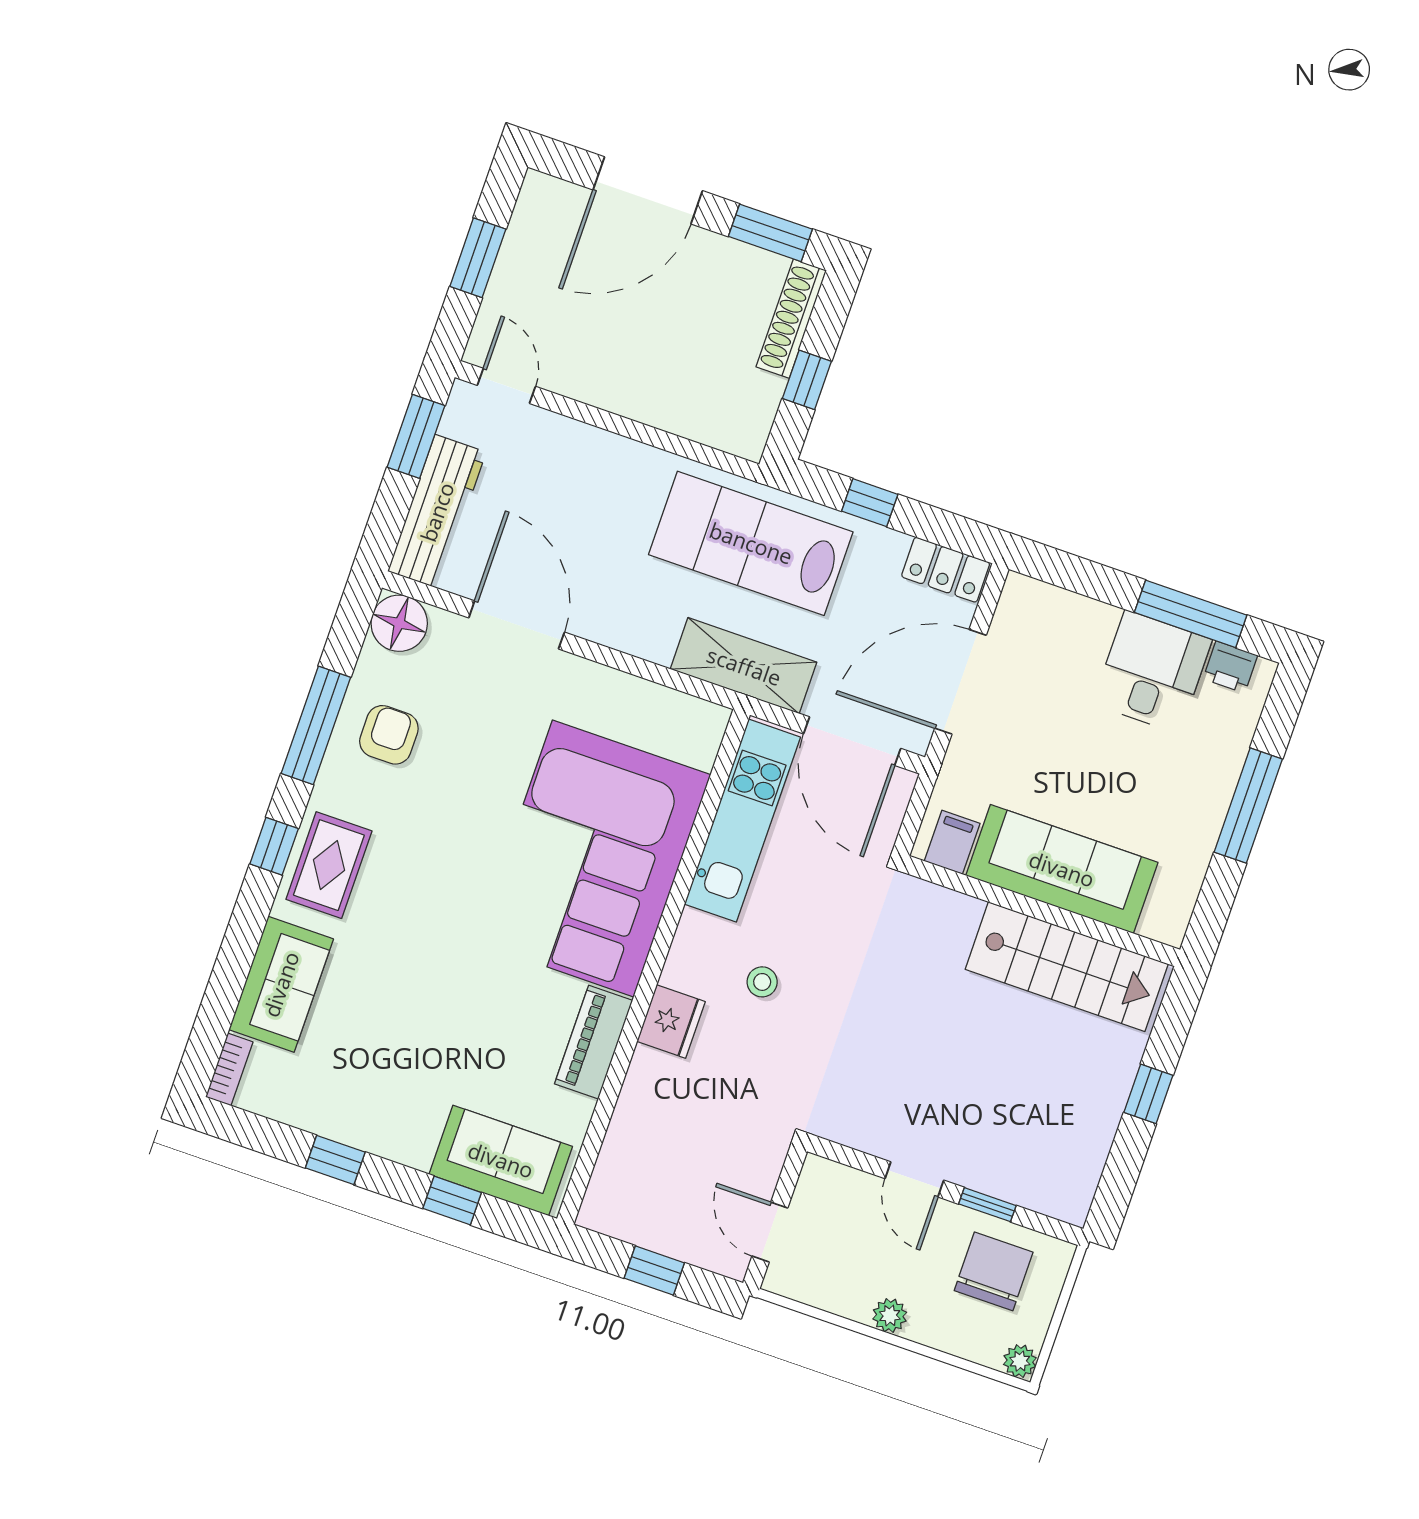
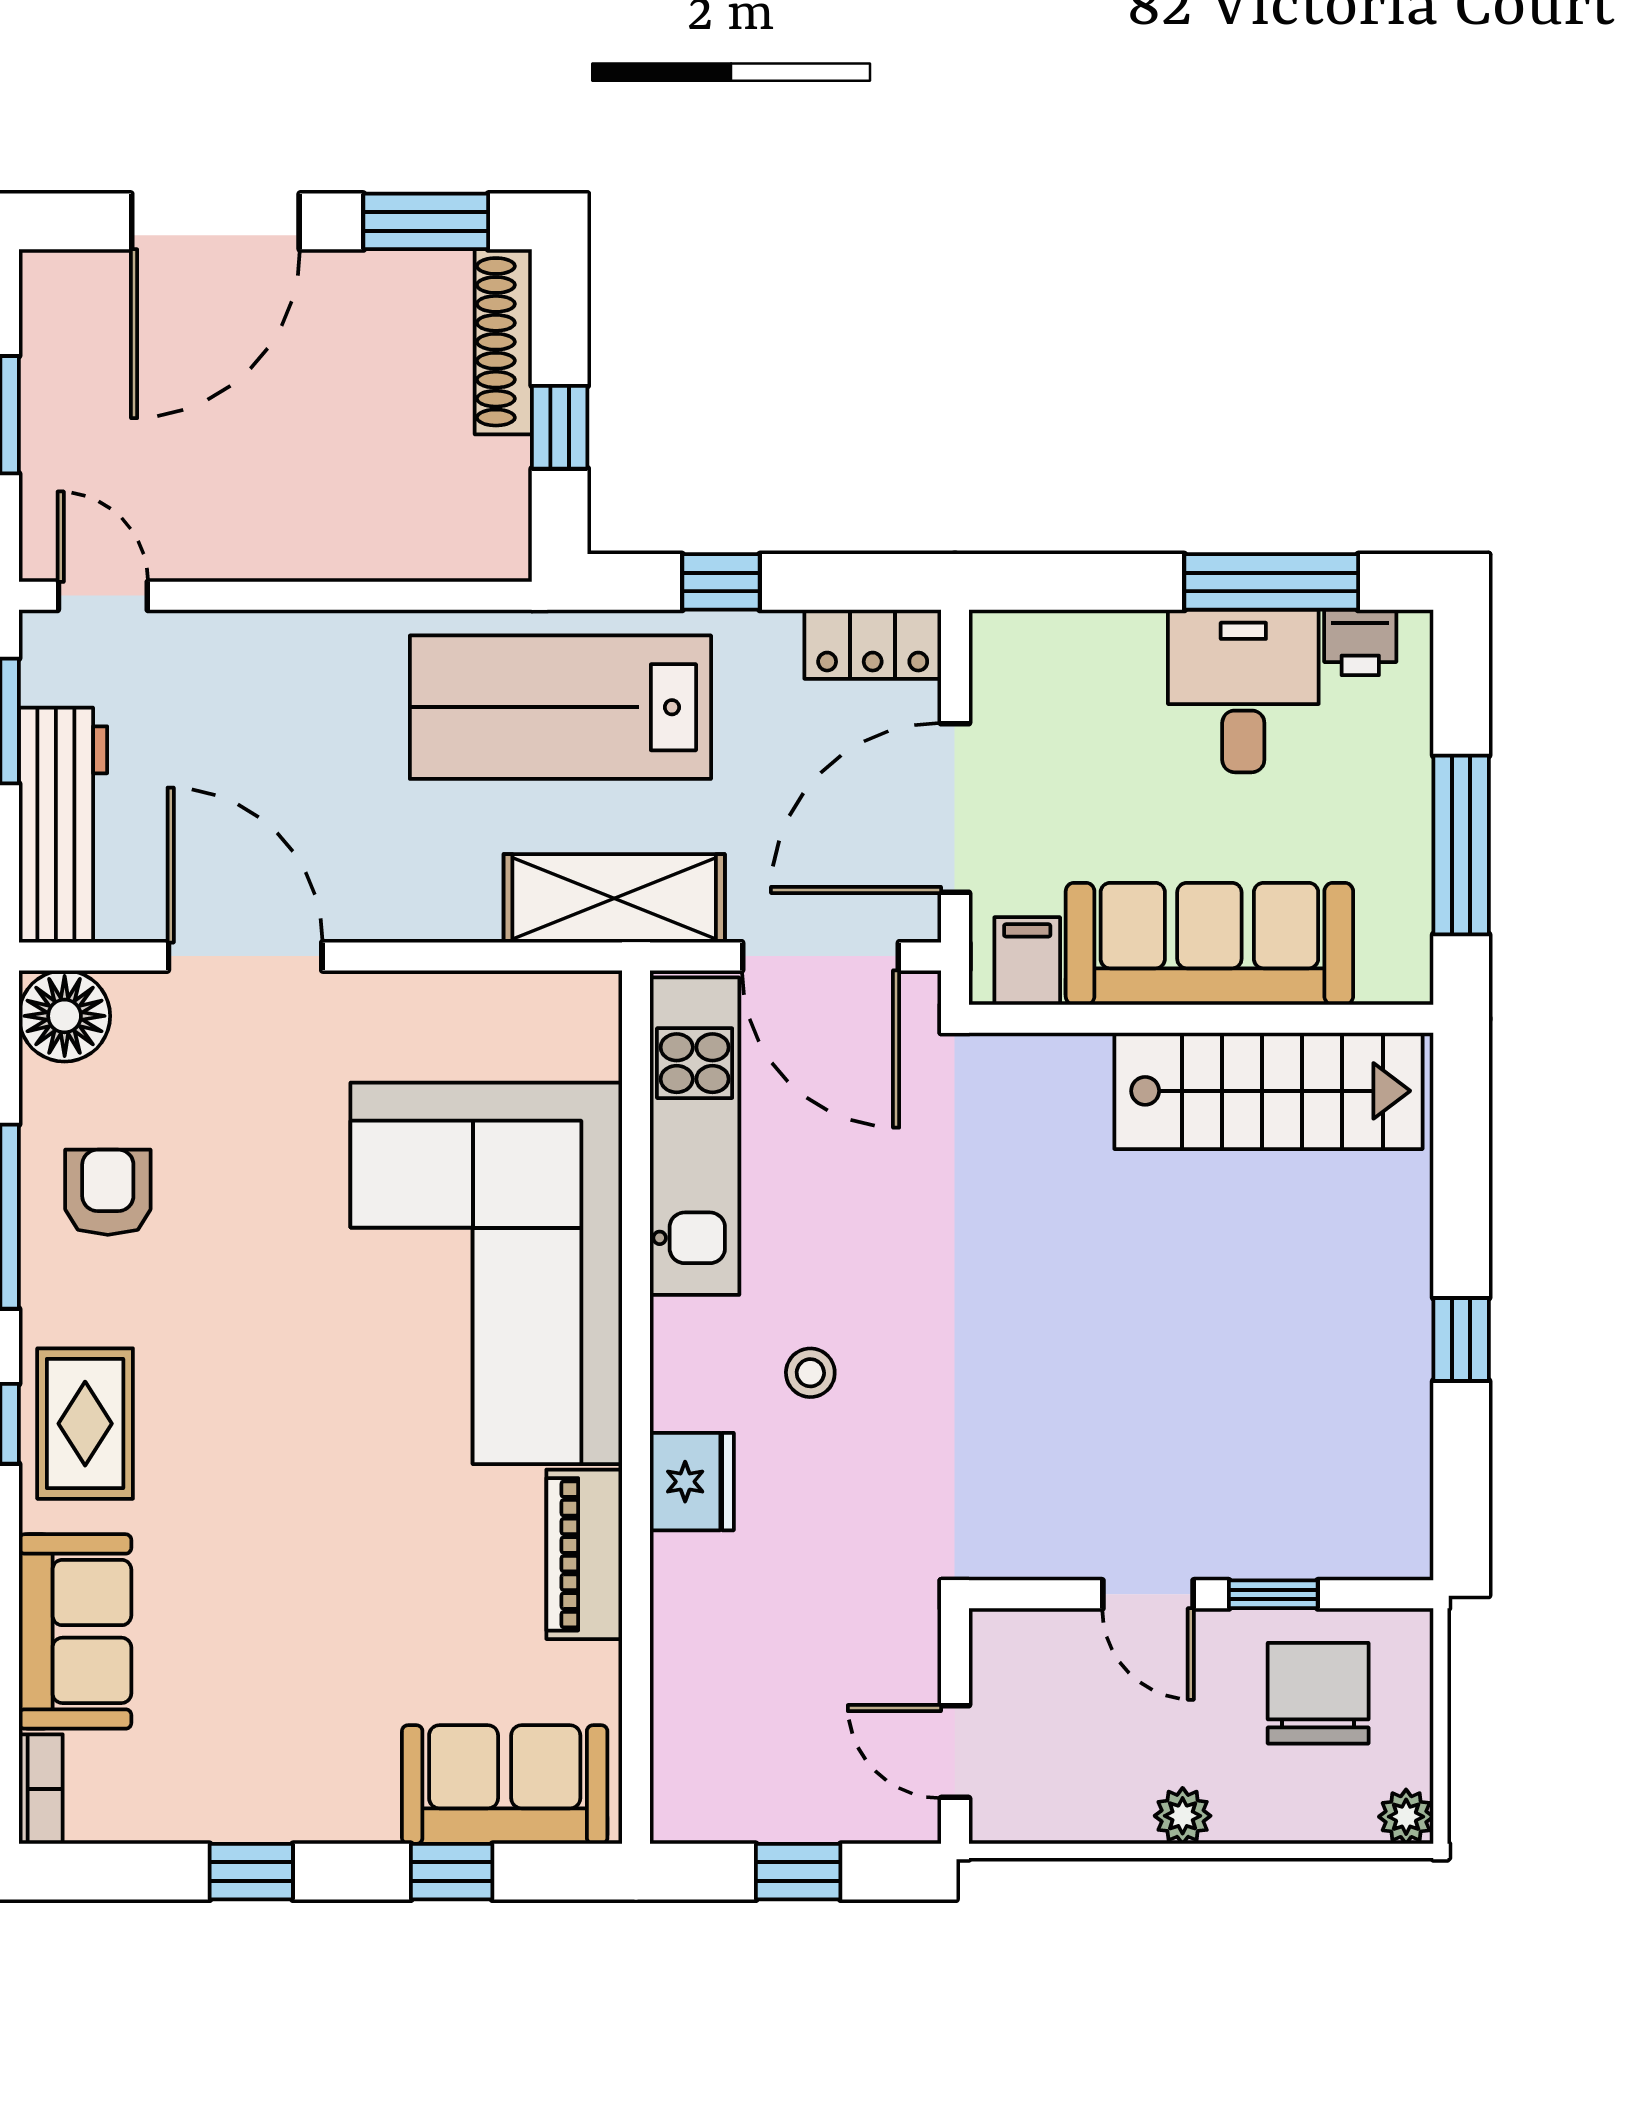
filing cabinet: (952, 842) -> (1027, 961), moved
sofa: (1062, 869) -> (1209, 944), moved
wall: (1042, 911) -> (1201, 1019), moved
stairs: (1067, 967) -> (1268, 1091), moved

